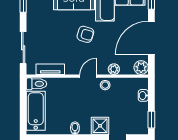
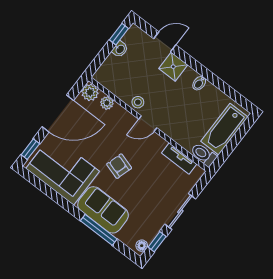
sliding door: (23, 48) -> (180, 212), moved
plant: (114, 69) -> (107, 103), moved
washbasin: (143, 95) -> (120, 49), moved

